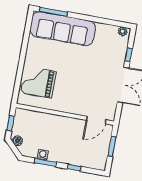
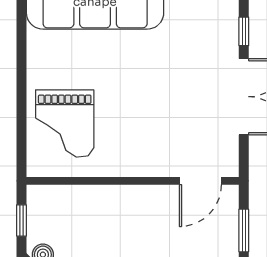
grand piano: (38, 82) -> (65, 123), turned -90

